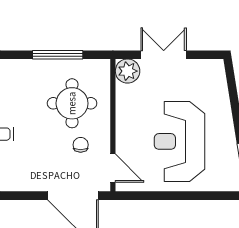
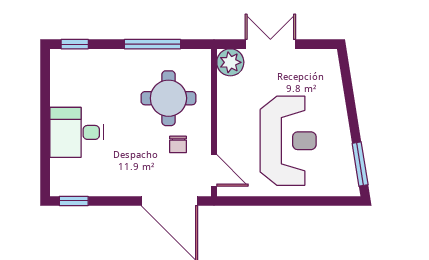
reception desk: (179, 141) -> (288, 141), turned 180
chair: (81, 145) -> (178, 144), turned 180

